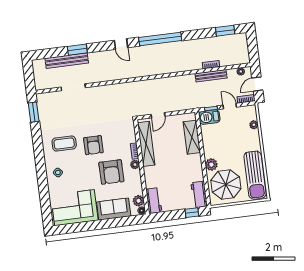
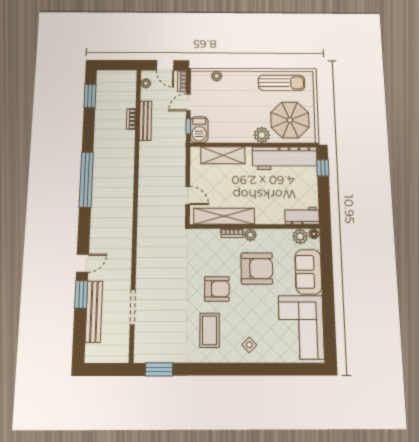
door: (121, 44) -> (83, 263), moved
sun lounger: (255, 175) -> (282, 83), width x0.73, depth x0.75
workbench: (199, 194) -> (285, 158), width x1.88, depth x1.32

